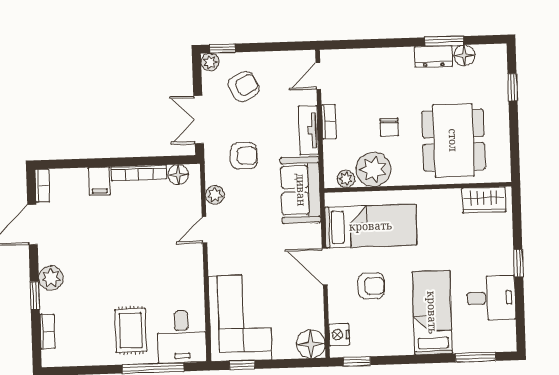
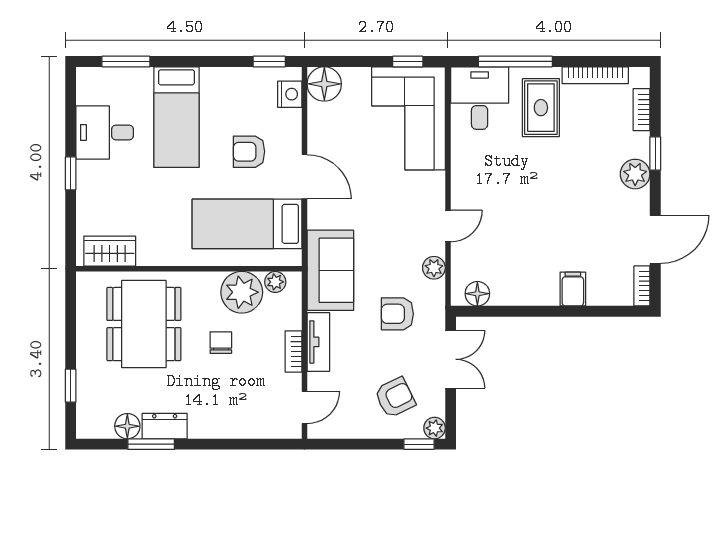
armchair: (244, 86) -> (395, 397), turned 180
bookcase: (139, 173) -> (595, 75), moved, turned 180

